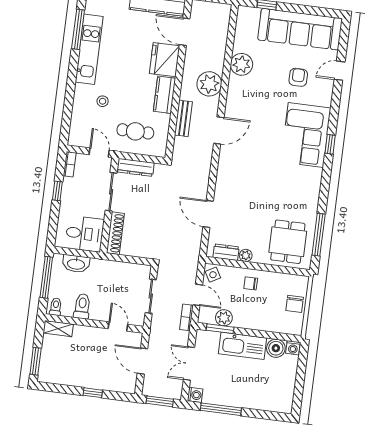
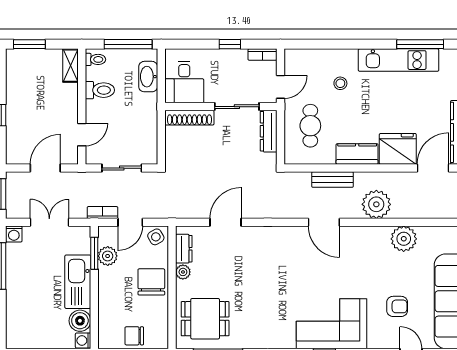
chair: (251, 283) -> (151, 282), width x1.87, depth x1.87

